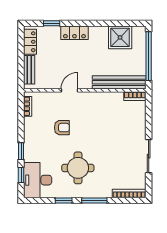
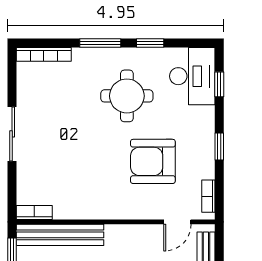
door: (69, 90) -> (177, 222), moved
armchair: (62, 128) -> (153, 161), width x1.88, depth x1.88
window: (21, 151) -> (219, 146), moved
sliding door: (149, 156) -> (12, 134), moved

